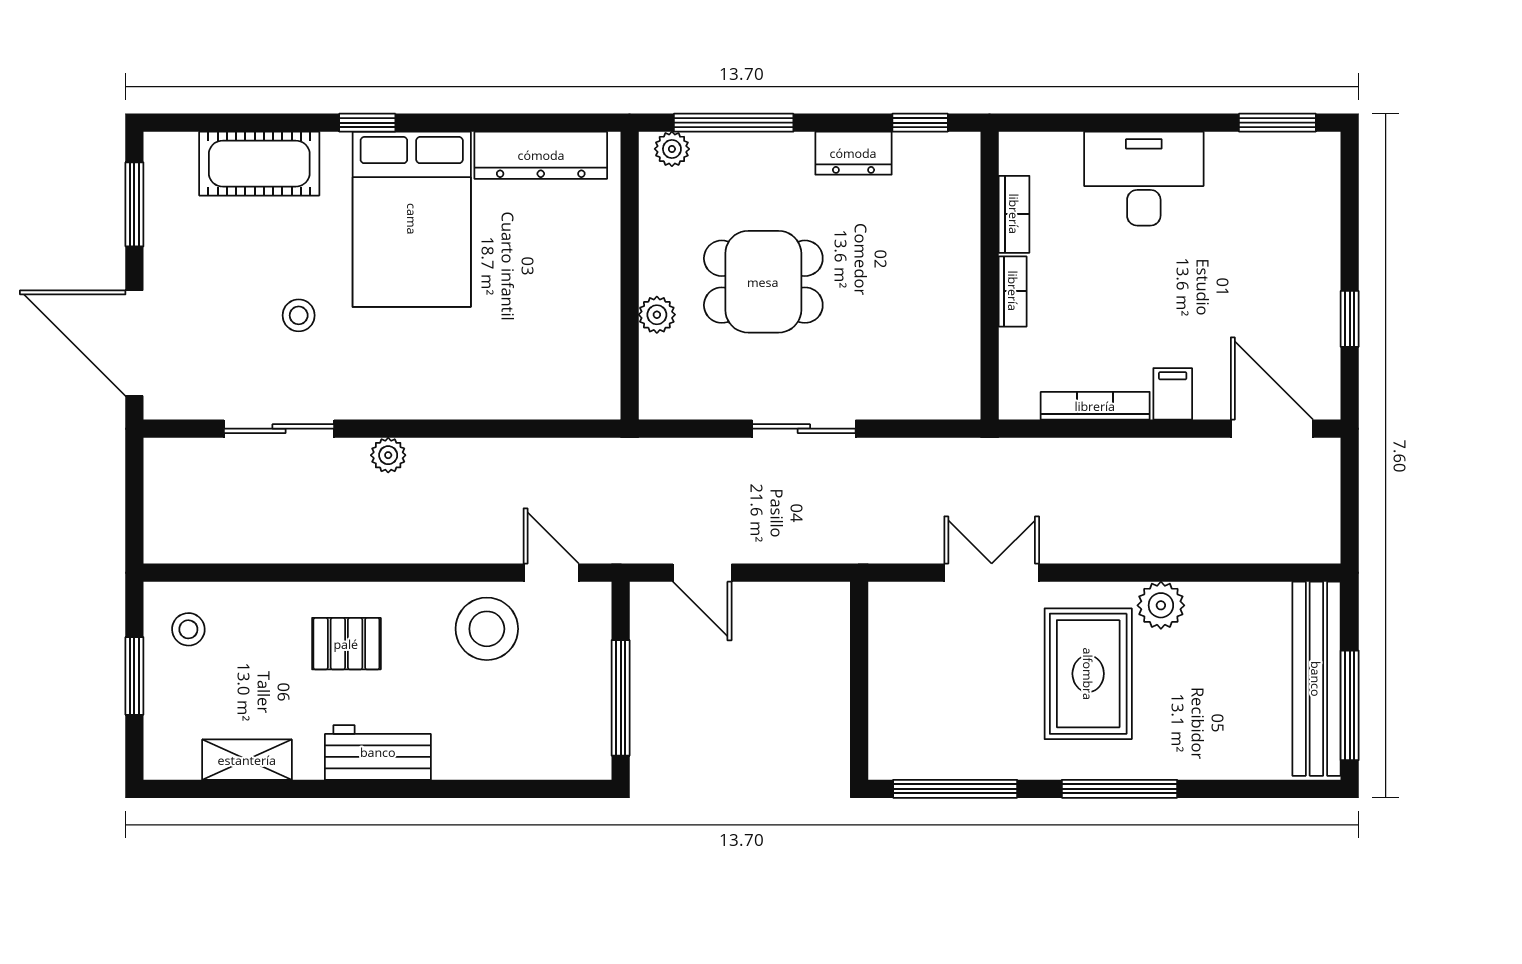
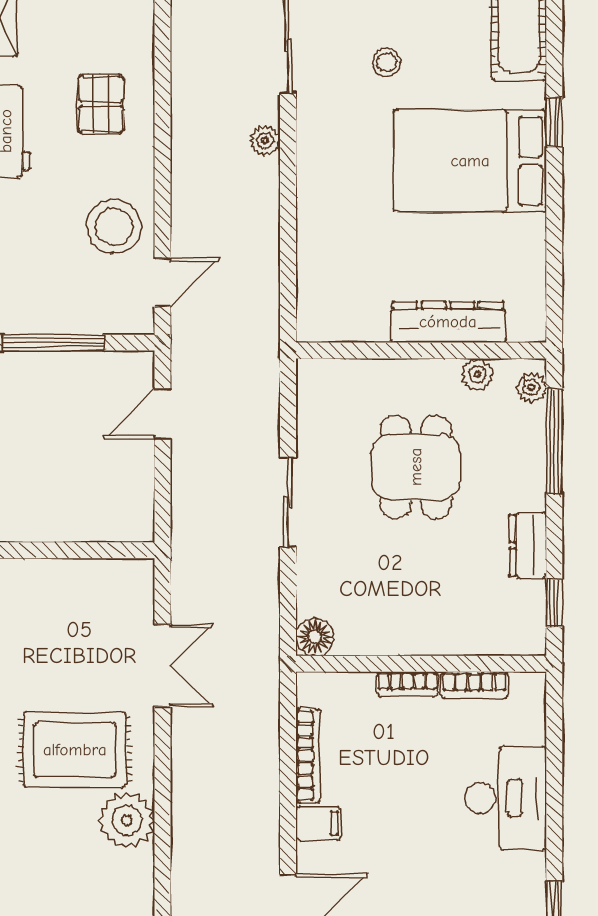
dresser: (541, 155) -> (448, 322), moved, turned 90
plant: (657, 315) -> (477, 374), moved
floor lamp: (959, 398) -> (315, 637), added
plant: (1161, 605) -> (127, 820), width x1.36, depth x1.36

